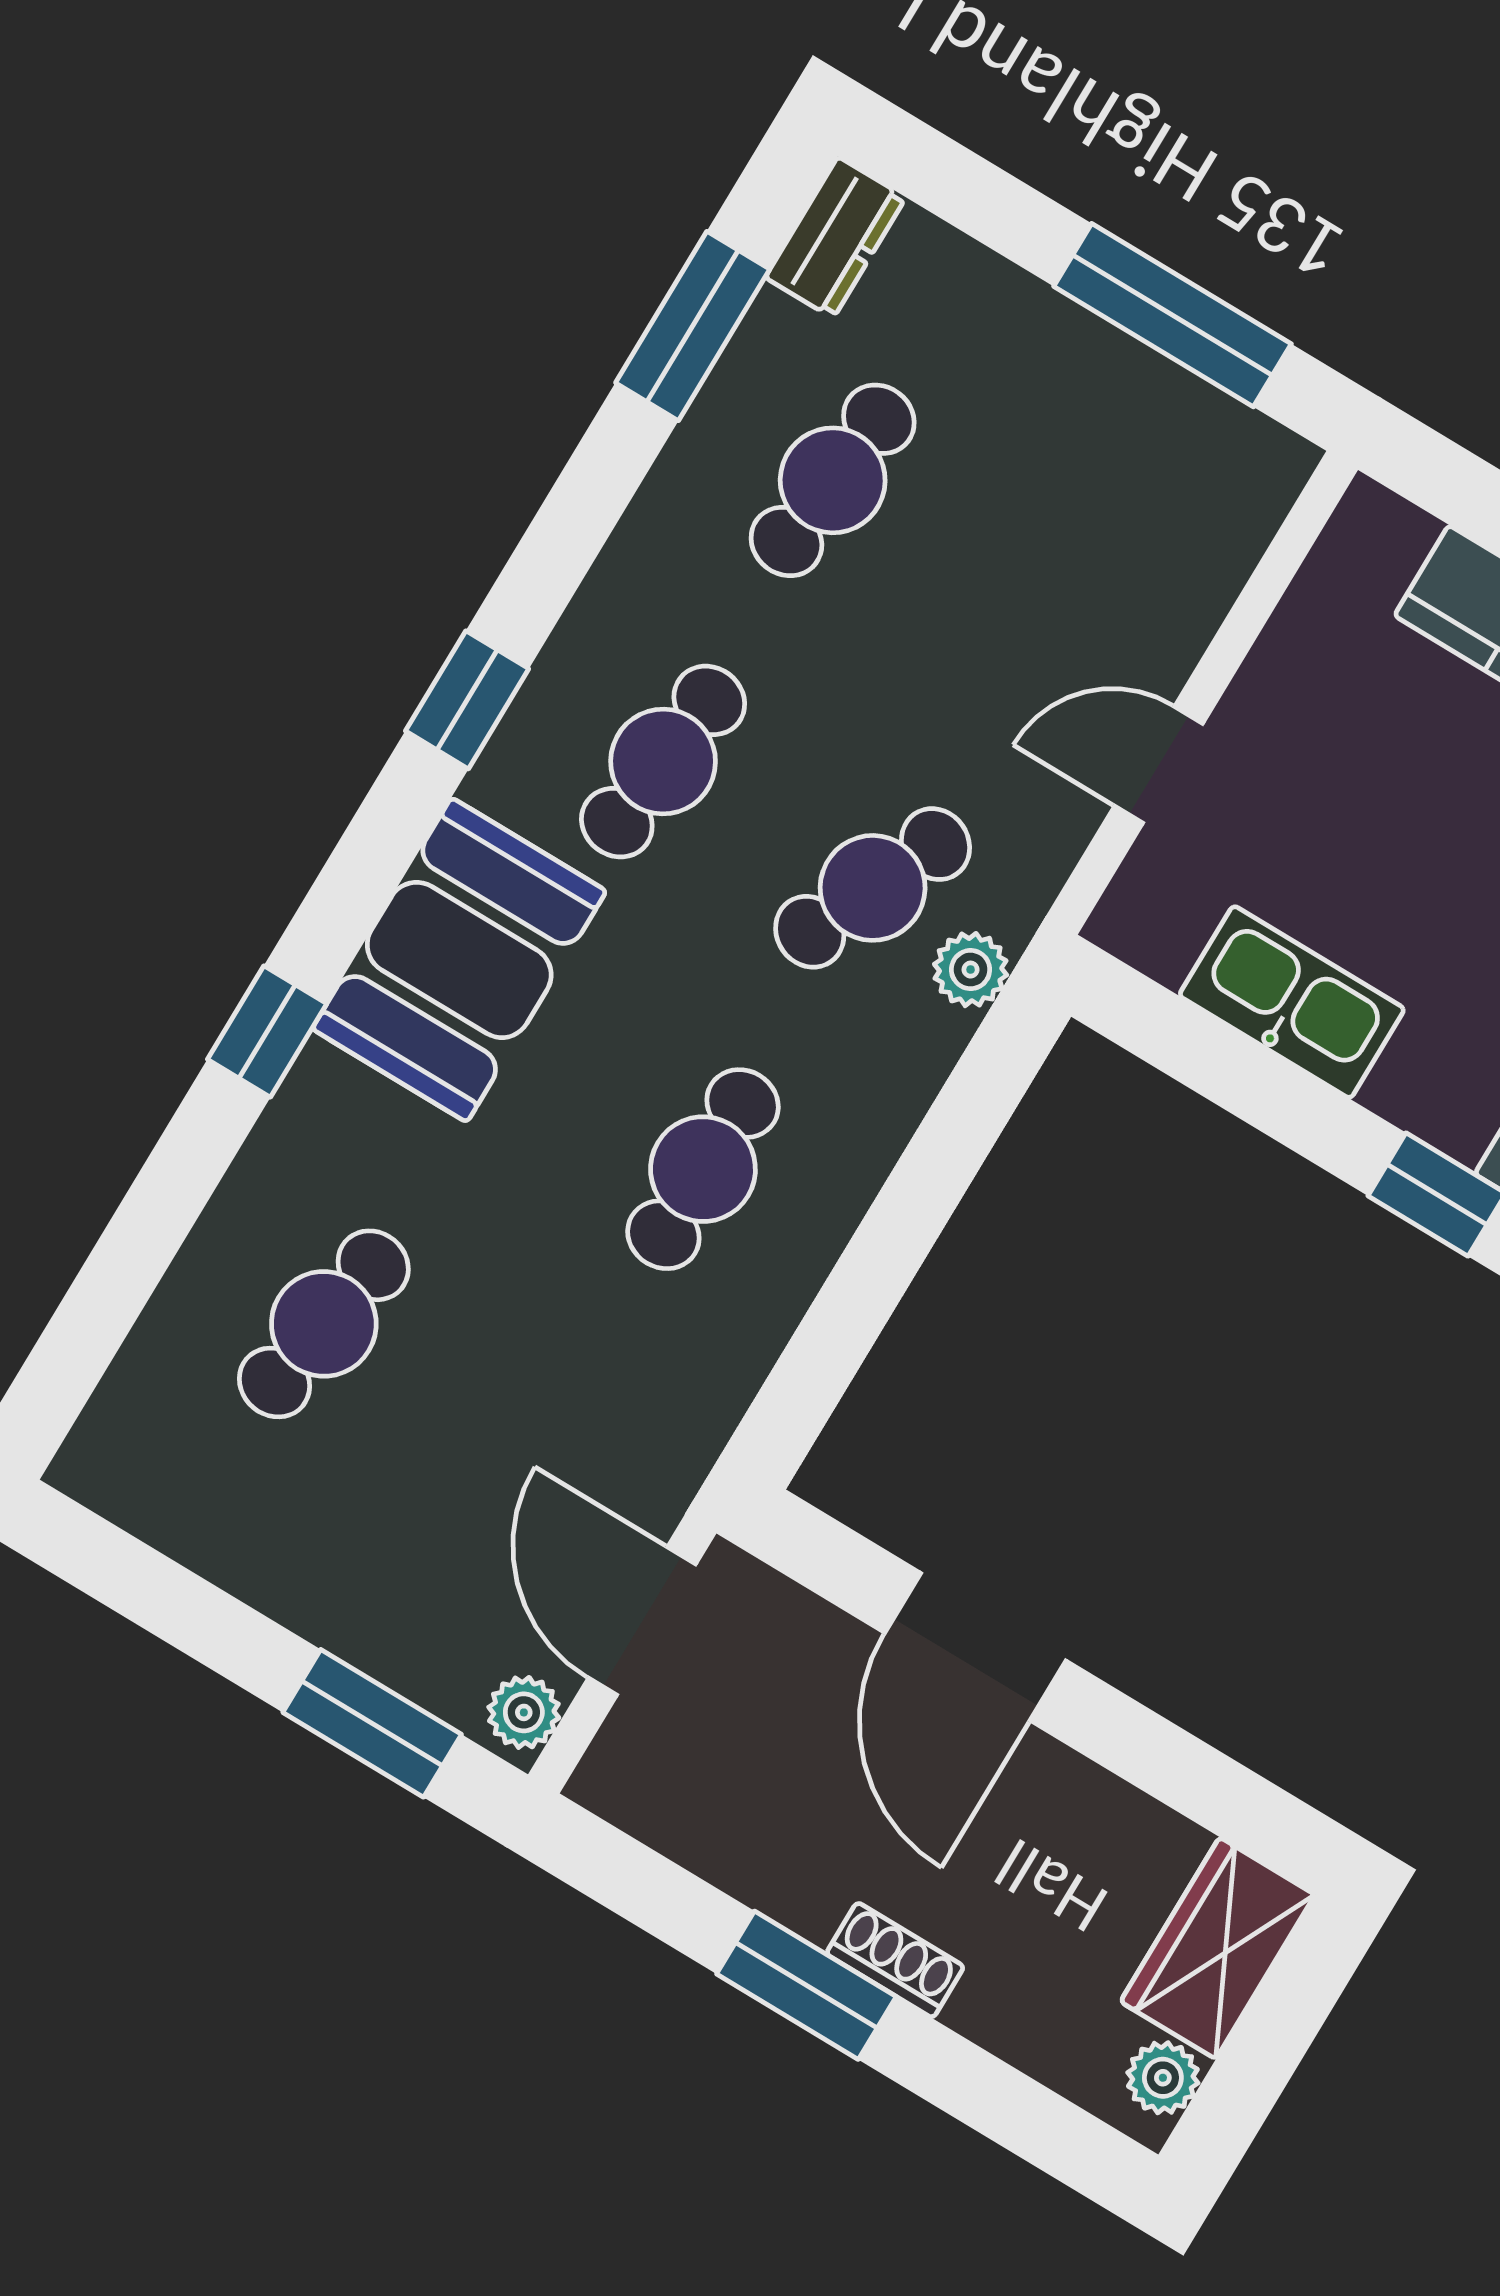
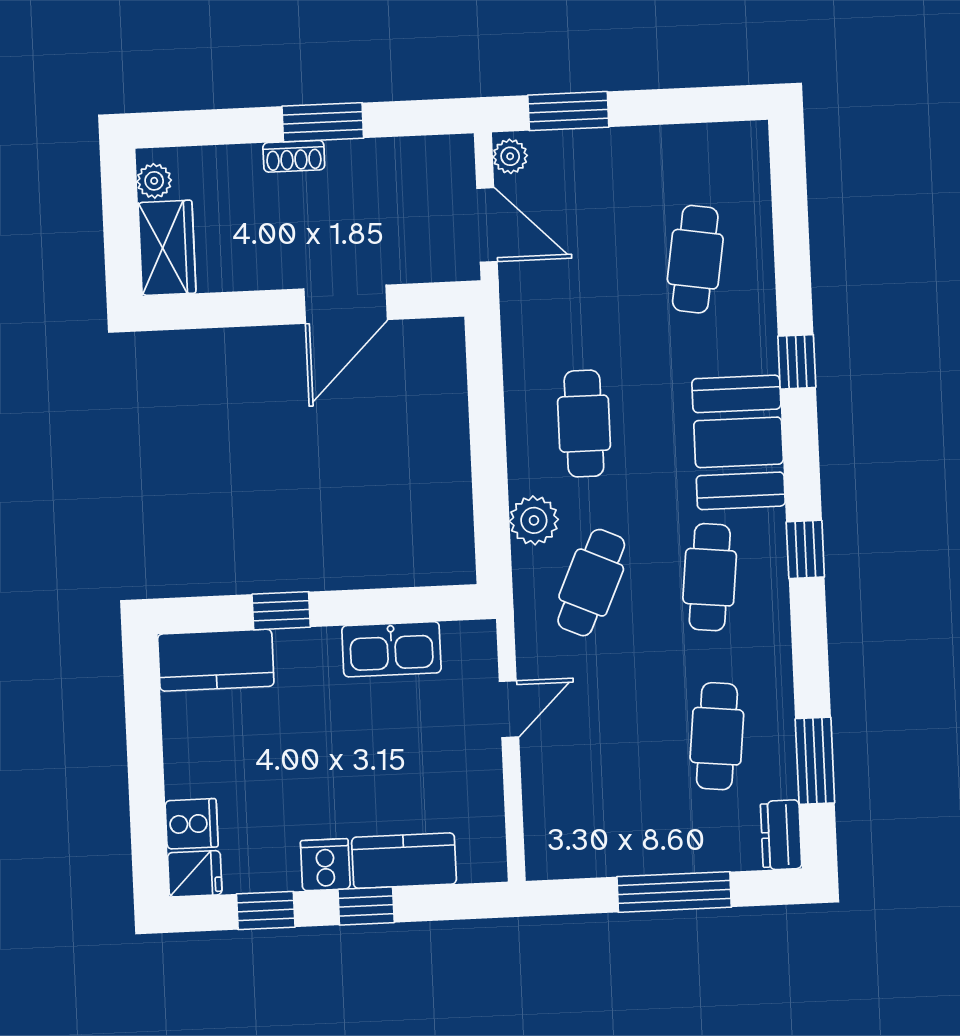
window: (1173, 315) -> (674, 892), moved
plant: (971, 970) -> (534, 520), moved, width x1.38, depth x1.38
door: (975, 1647) -> (346, 304), swing flipped

